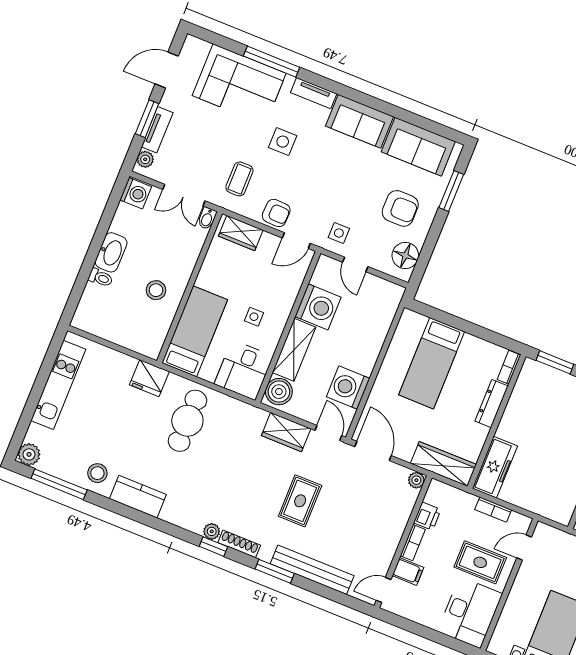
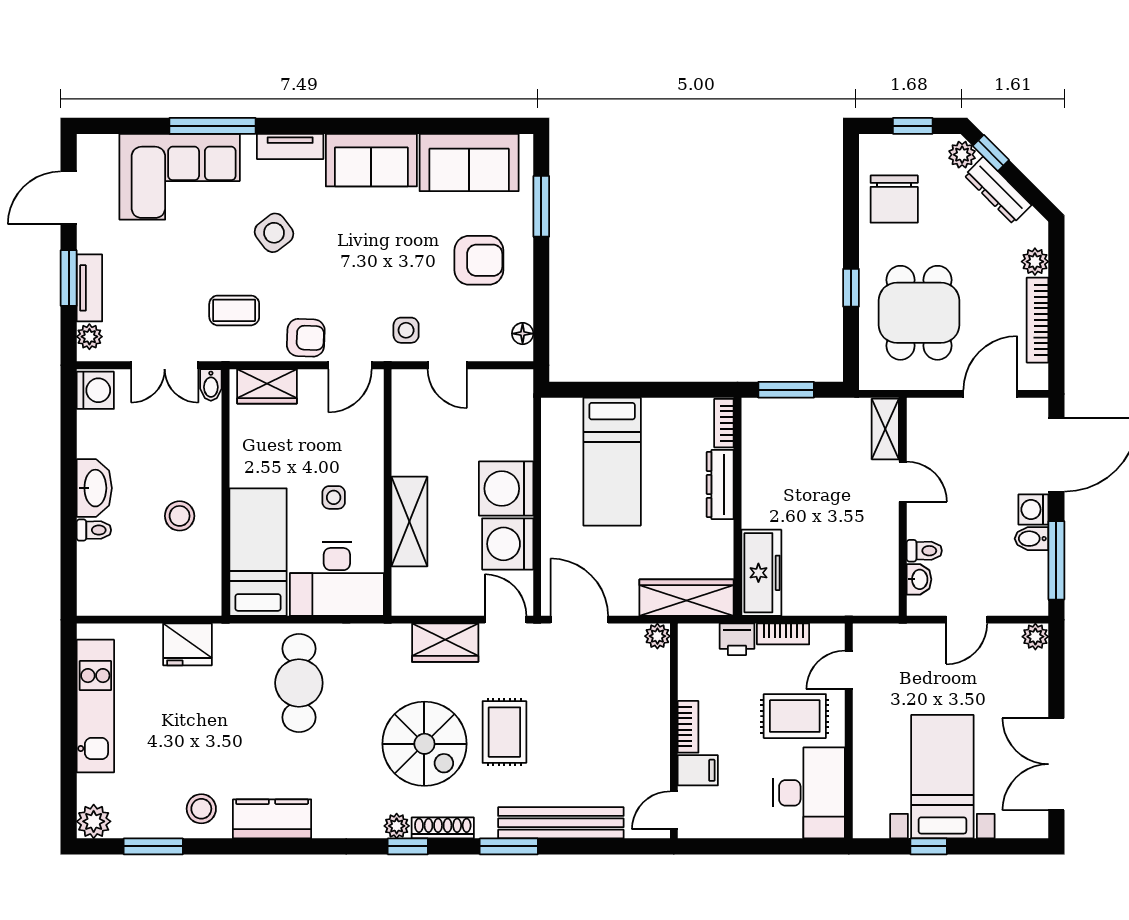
side table: (283, 142) -> (274, 233), turned -38
coffee table: (239, 179) -> (234, 310), turned 90
floor lamp: (405, 256) -> (523, 334), width x0.53, depth x0.53
washing machine: (318, 307) -> (506, 489), moved, turned 180
desk: (244, 370) -> (337, 579), width x1.37
fridge: (149, 378) -> (187, 644), moved
boiler: (279, 392) -> (412, 589), removed
window: (59, 484) -> (153, 846), width x0.69
spiral stairs: (249, 488) -> (424, 744), added
printer: (427, 516) -> (737, 639), moved, turned 90

